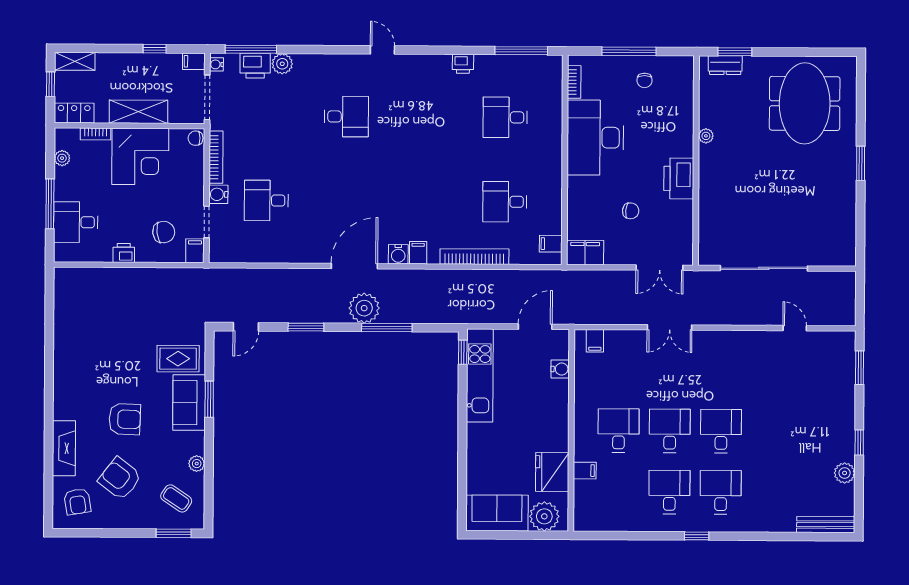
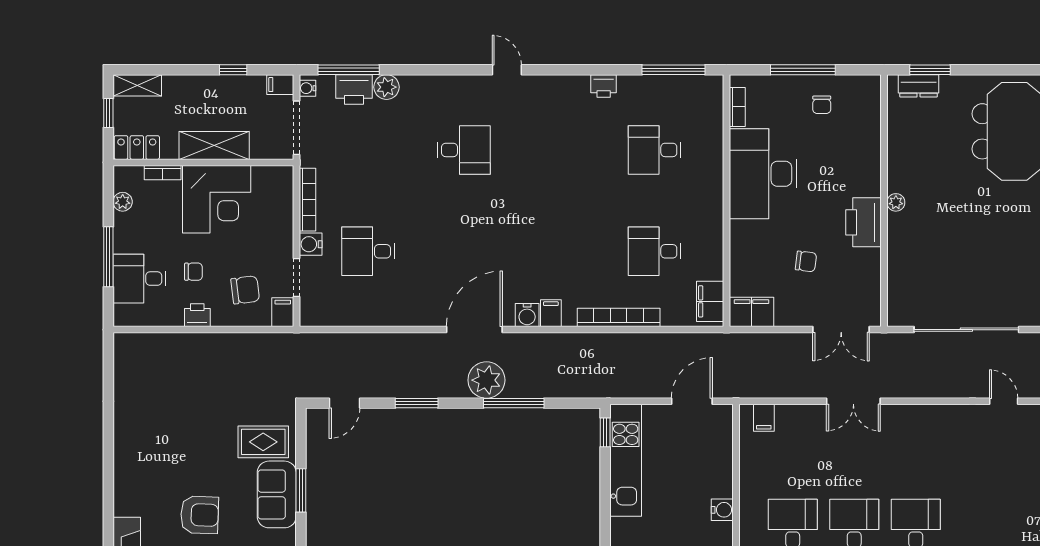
plant: (706, 136) -> (896, 202), moved
chair: (196, 138) -> (193, 272), moved, turned 180
filing cabinet: (551, 244) -> (710, 301), width x2.00
water cooler: (560, 369) -> (722, 510), moved

